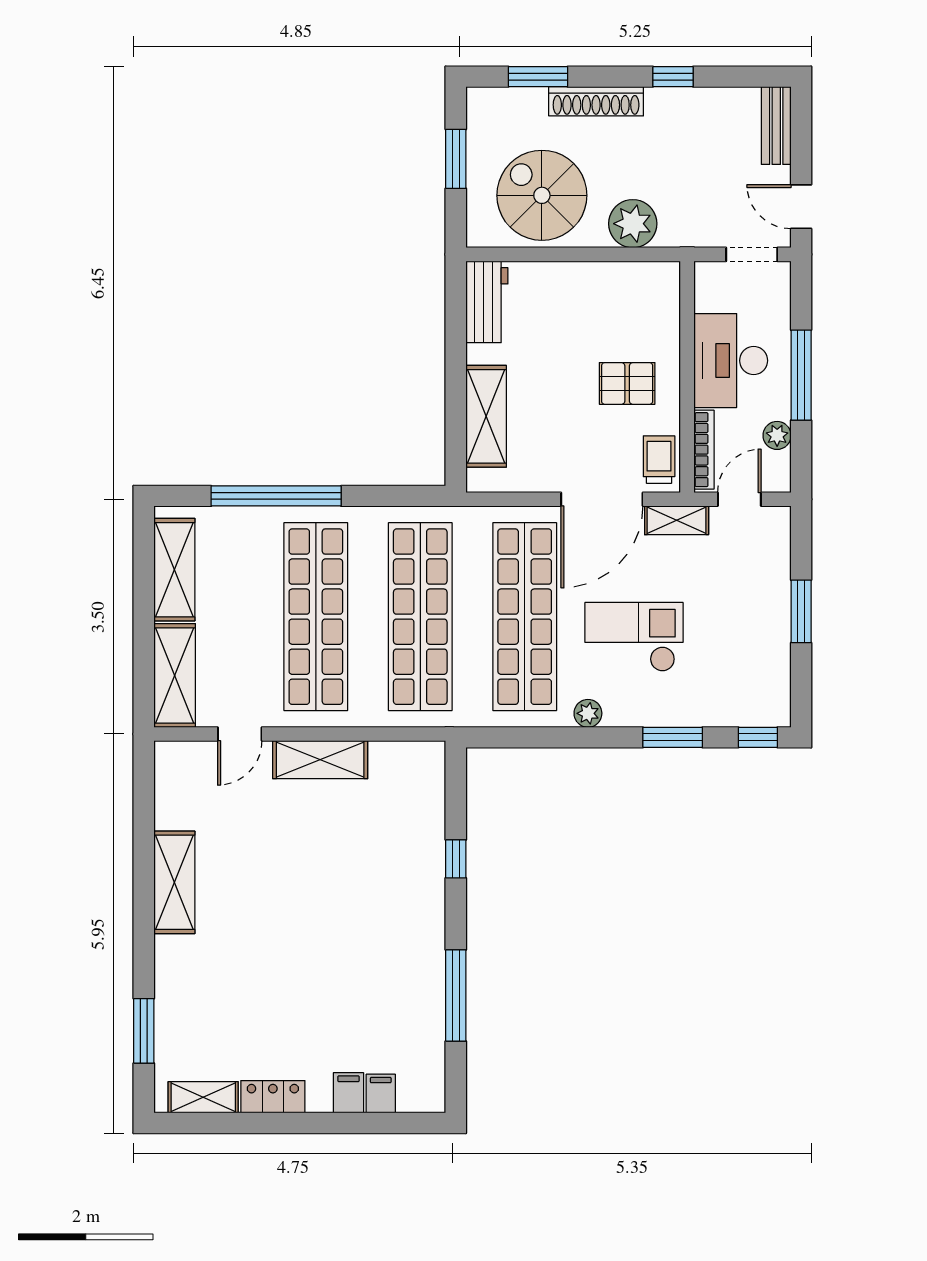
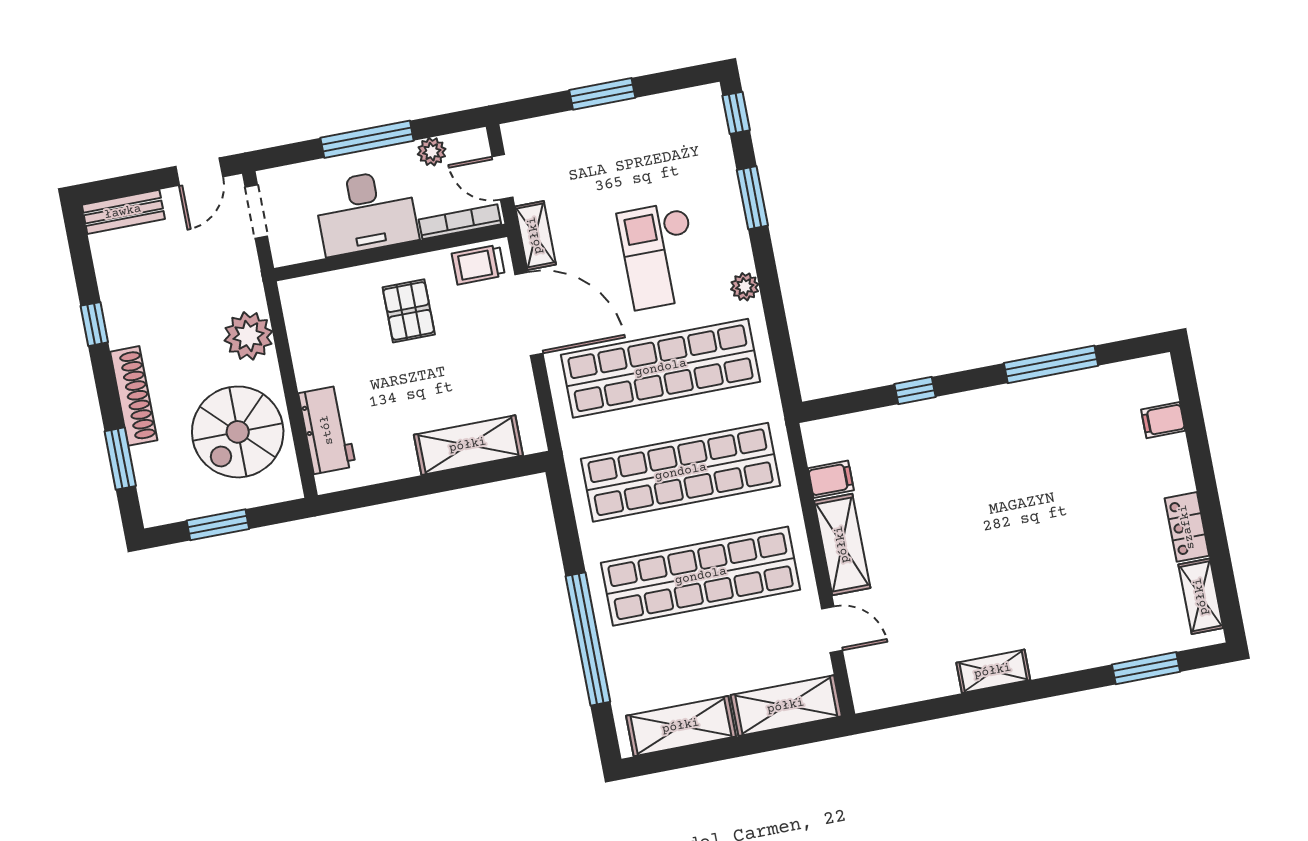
workbench: (487, 302) -> (327, 430), moved, turned 90
shelving: (174, 882) -> (993, 671), width x0.67, depth x0.75
filing cabinet: (348, 1093) -> (831, 479), moved, turned 180

